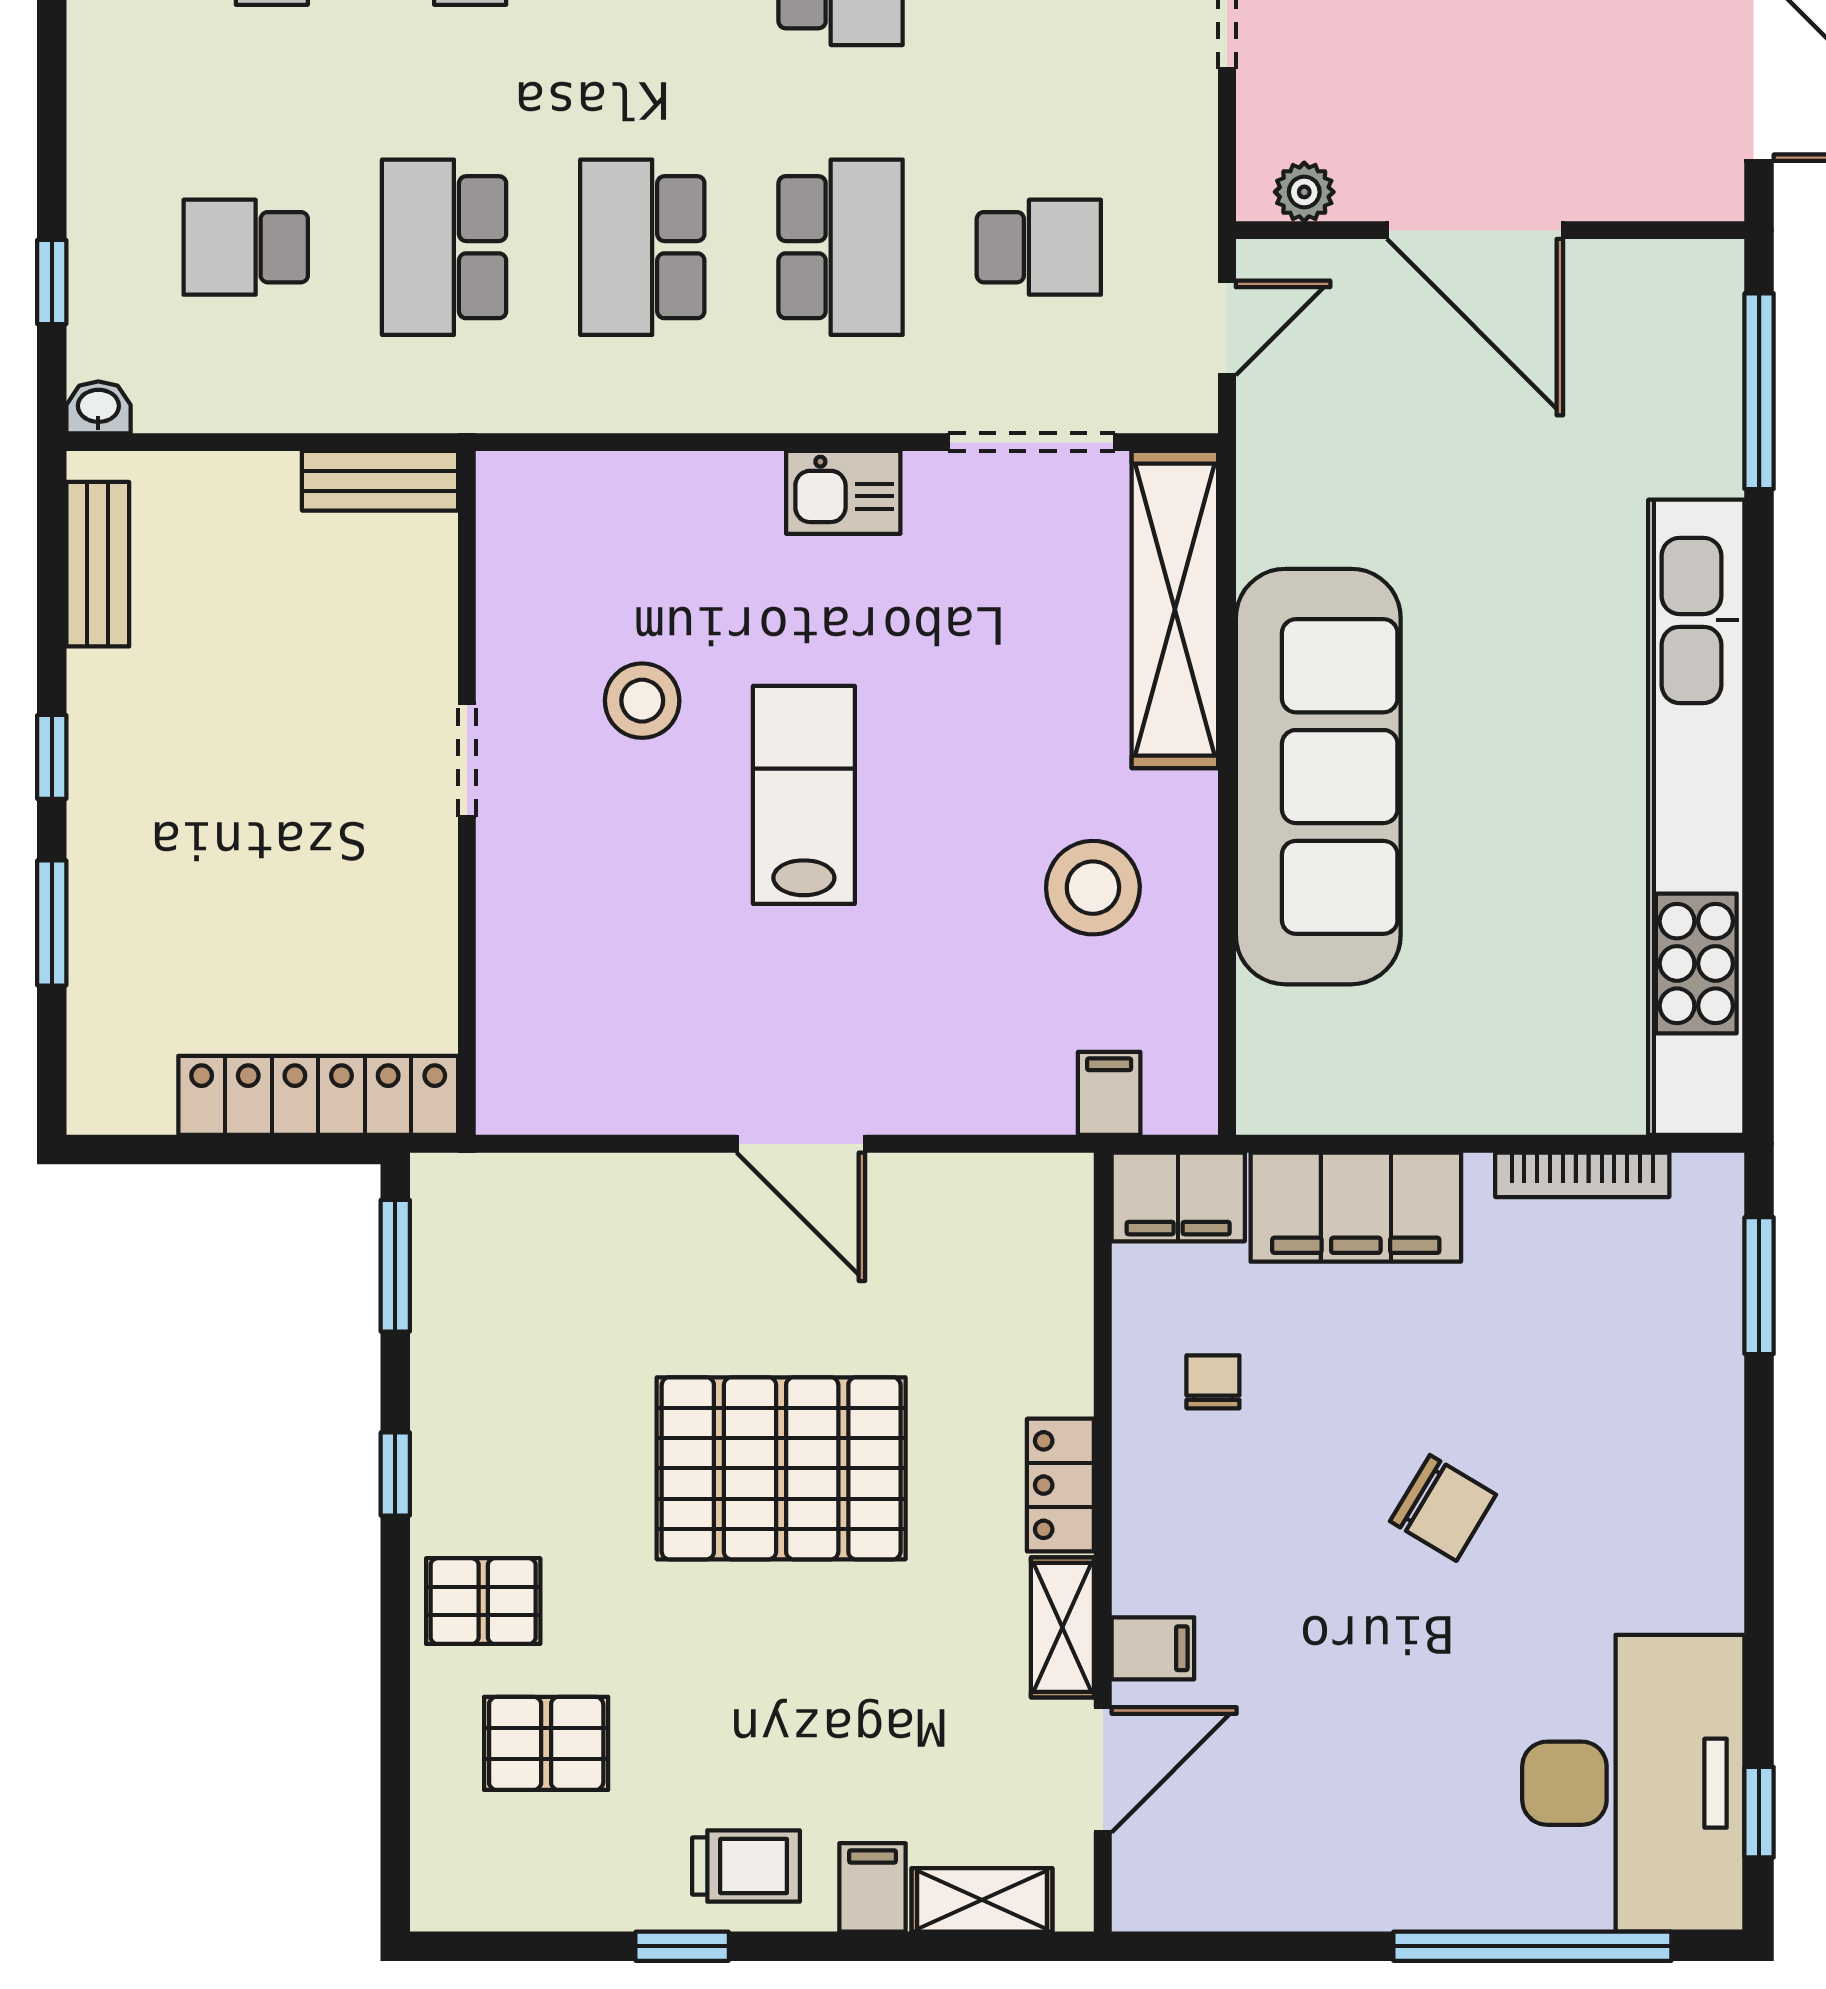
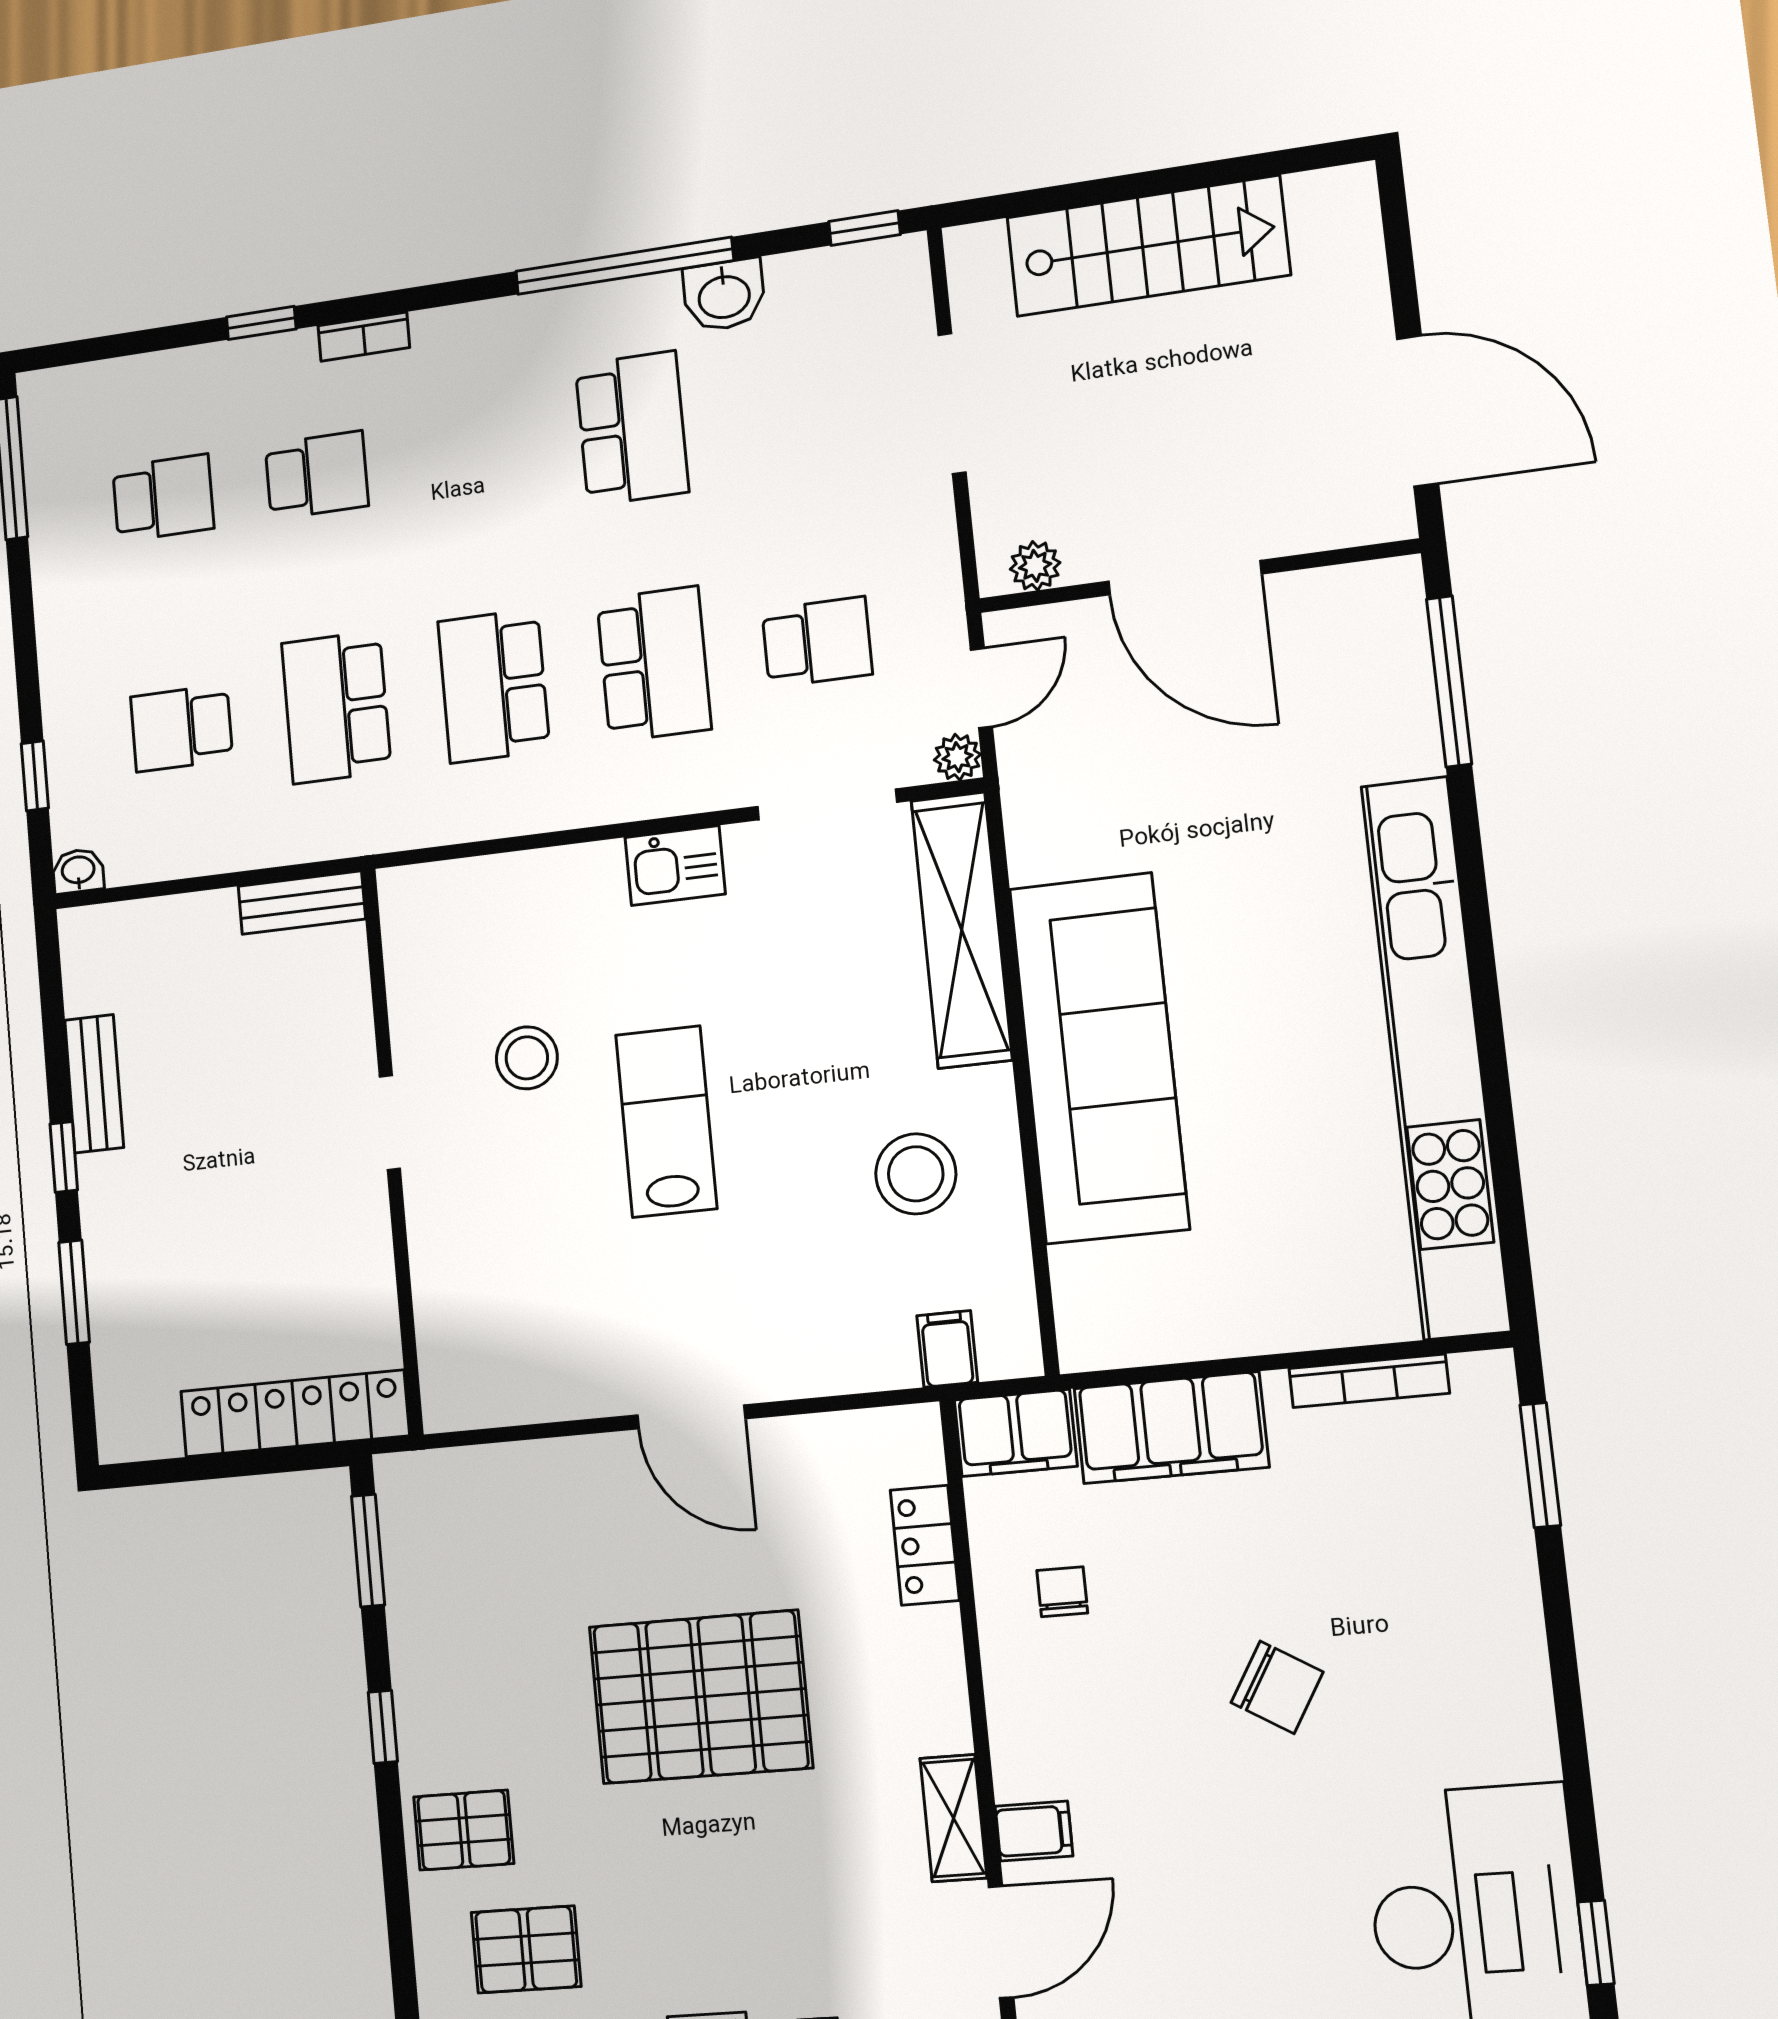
plant: (1191, 406) -> (957, 757), added
bench: (98, 564) -> (94, 1084), moved
locker: (1060, 1485) -> (925, 1545), moved

